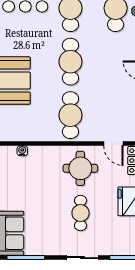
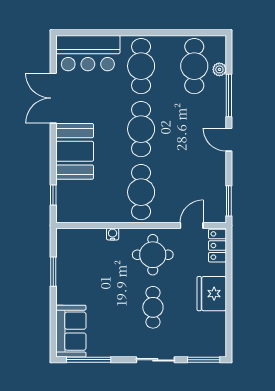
door: (113, 144) -> (192, 225), swing flipped
water cooler: (22, 151) -> (113, 234), moved

